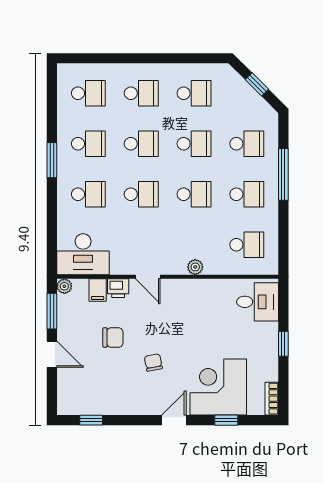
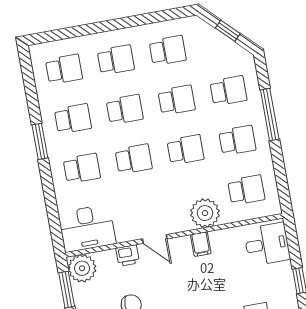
plant: (195, 267) -> (205, 213), width x1.87, depth x1.87
plant: (64, 286) -> (82, 268), width x1.88, depth x1.88
filing cabinet: (98, 290) -> (201, 244), moved

